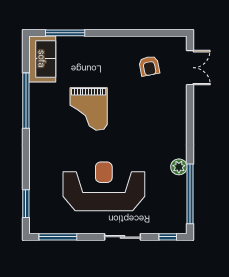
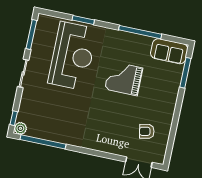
plant: (179, 167) -> (20, 128), moved
reception desk: (104, 186) -> (73, 56), moved
window: (26, 204) -> (83, 20), moved
sliding door: (123, 237) -> (23, 73), moved

